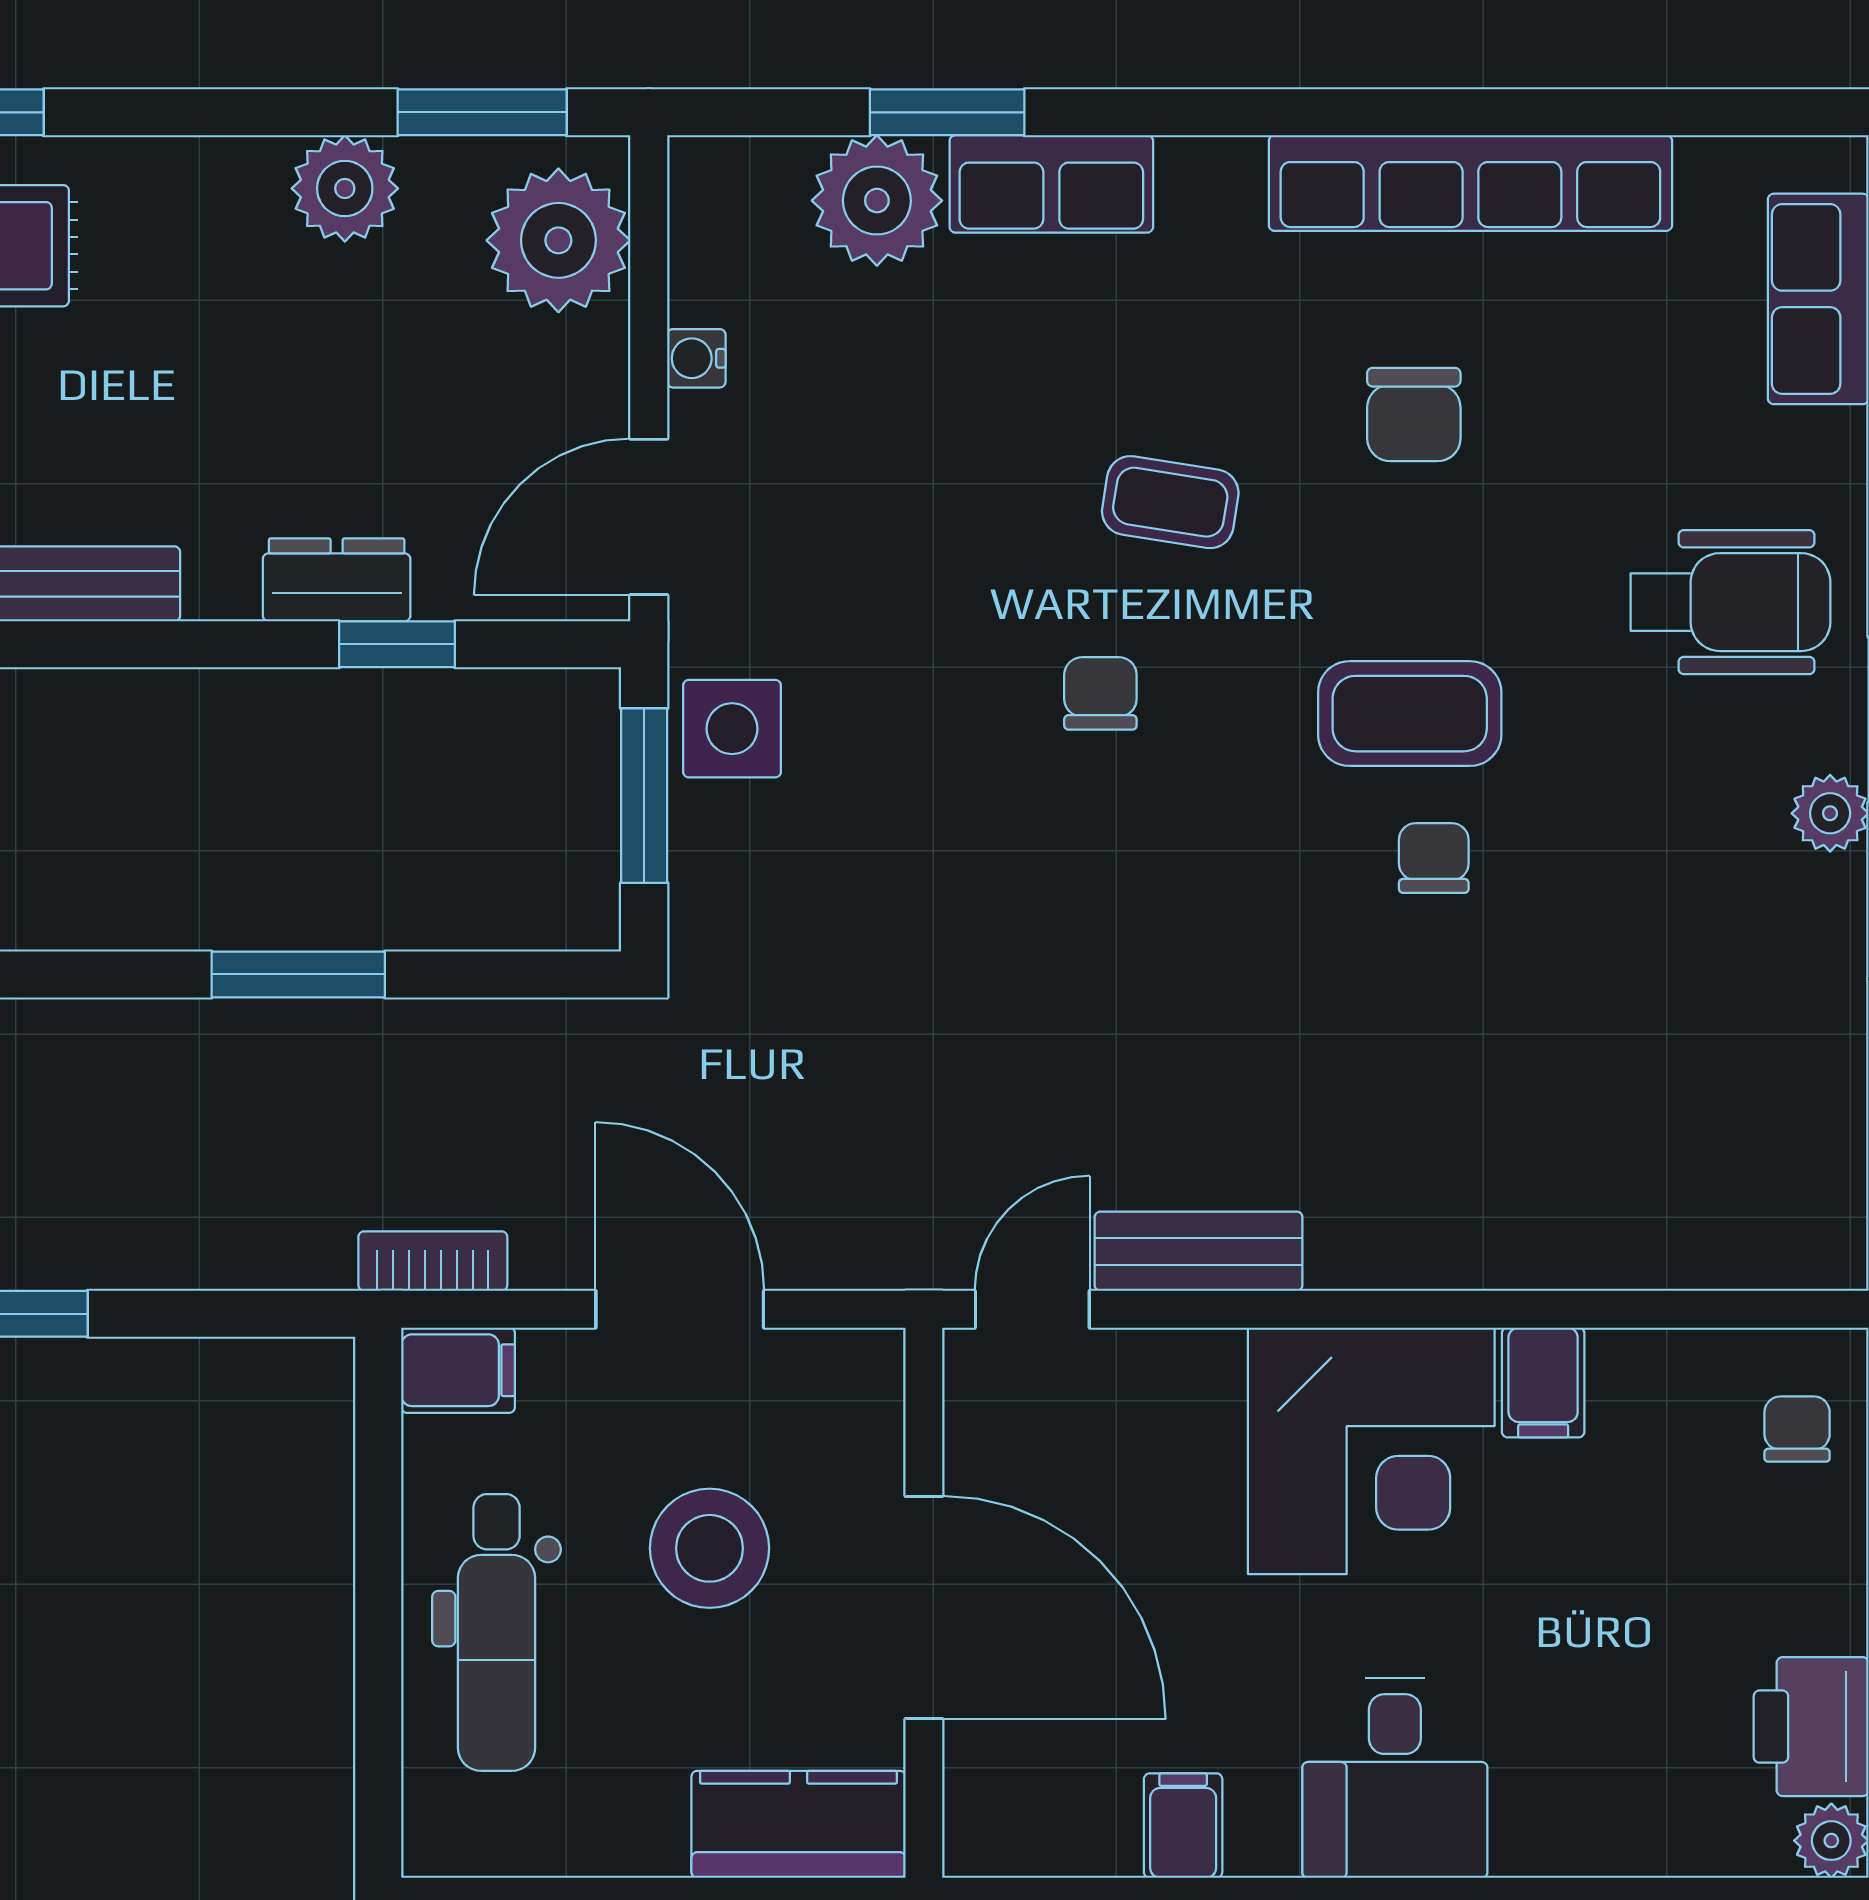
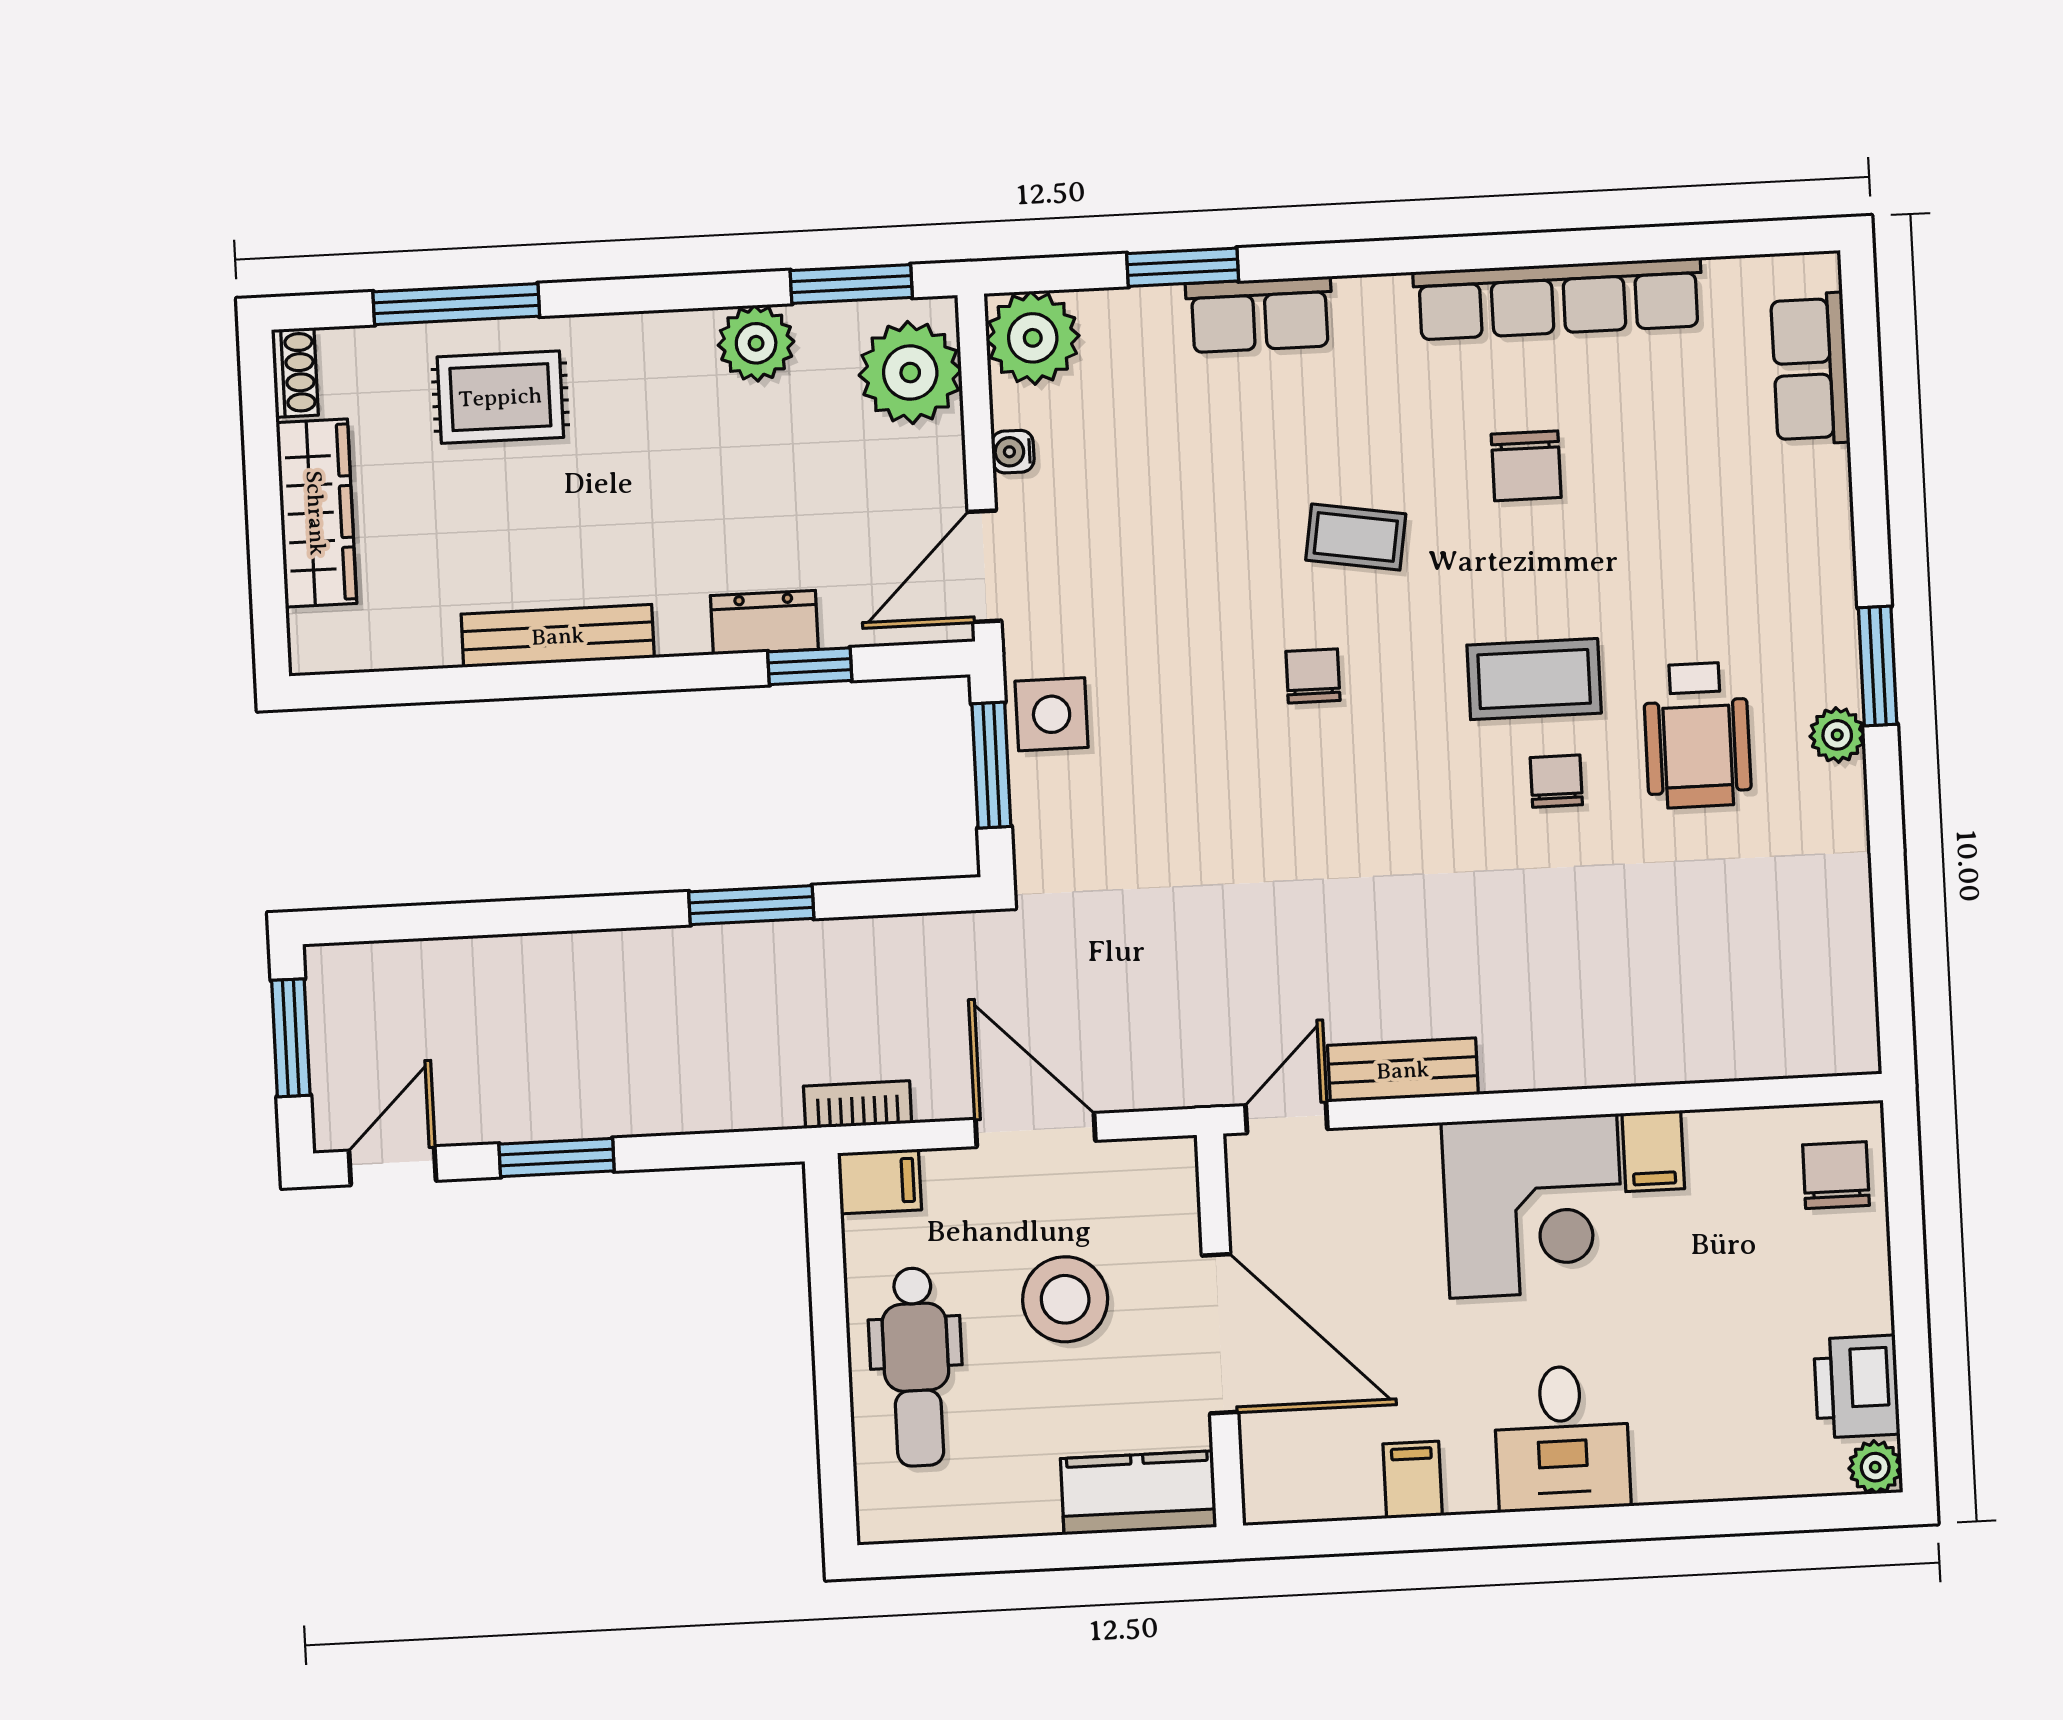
plant: (877, 201) -> (1033, 338), moved
wheelchair: (1731, 602) -> (1697, 735), moved, turned 90
chair: (1797, 1429) -> (1836, 1175), width x1.37, depth x1.37

